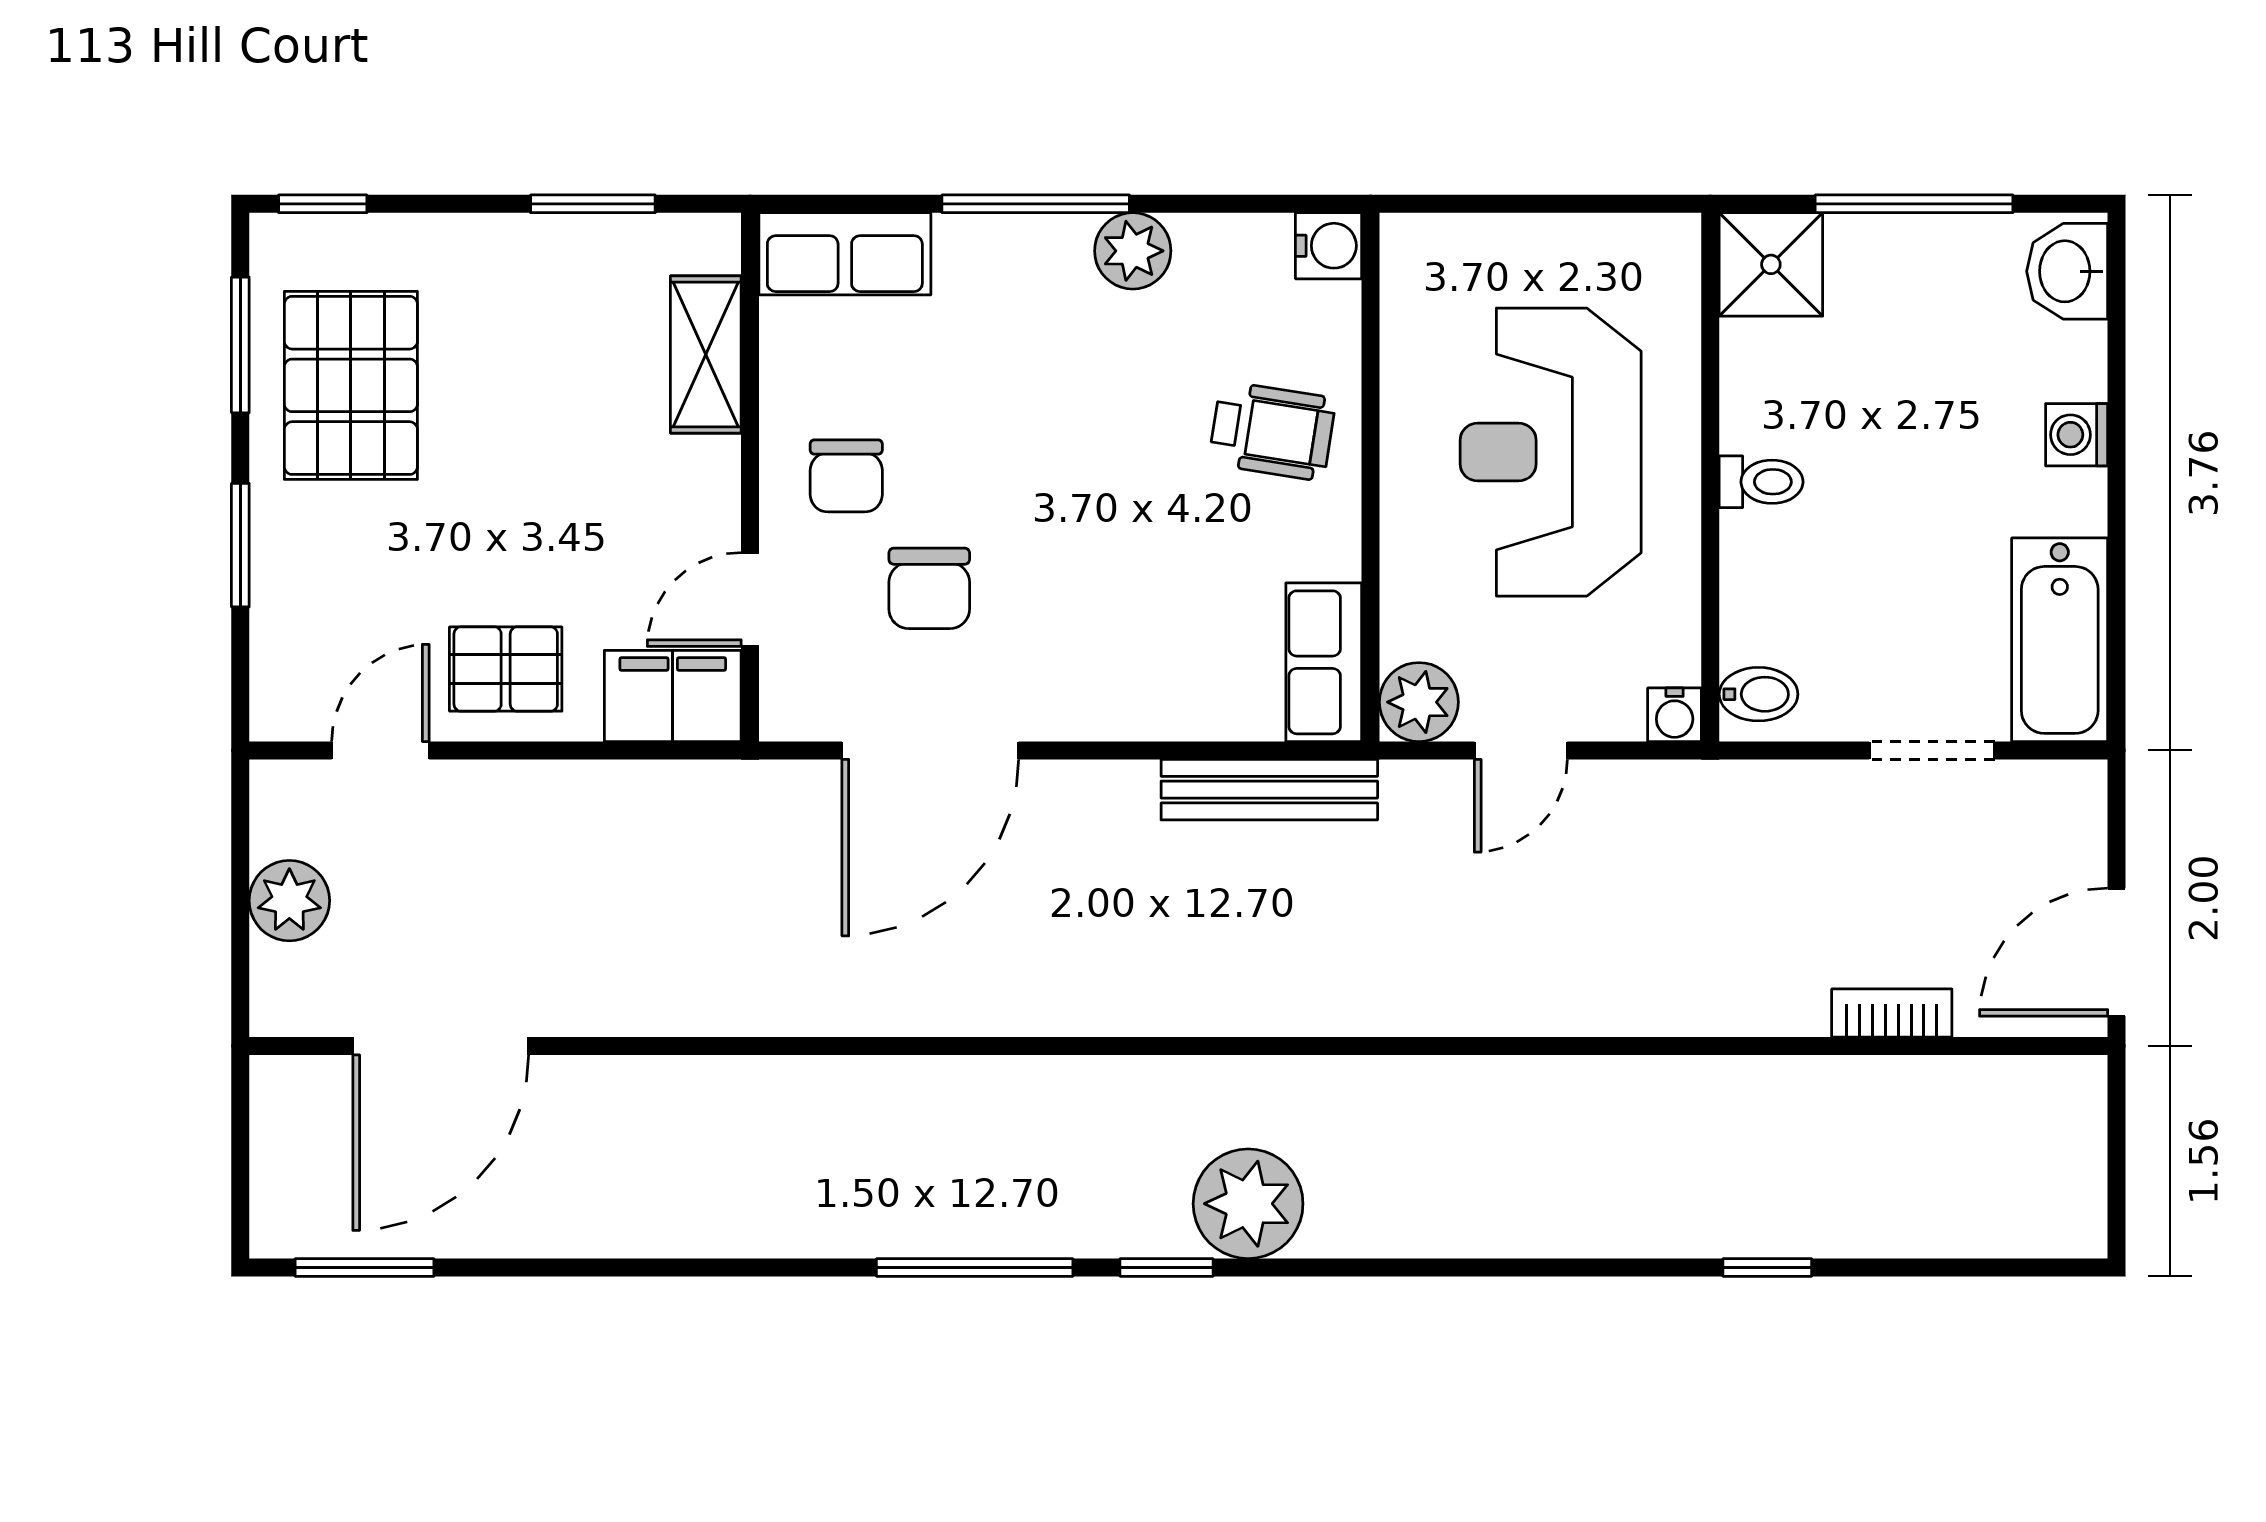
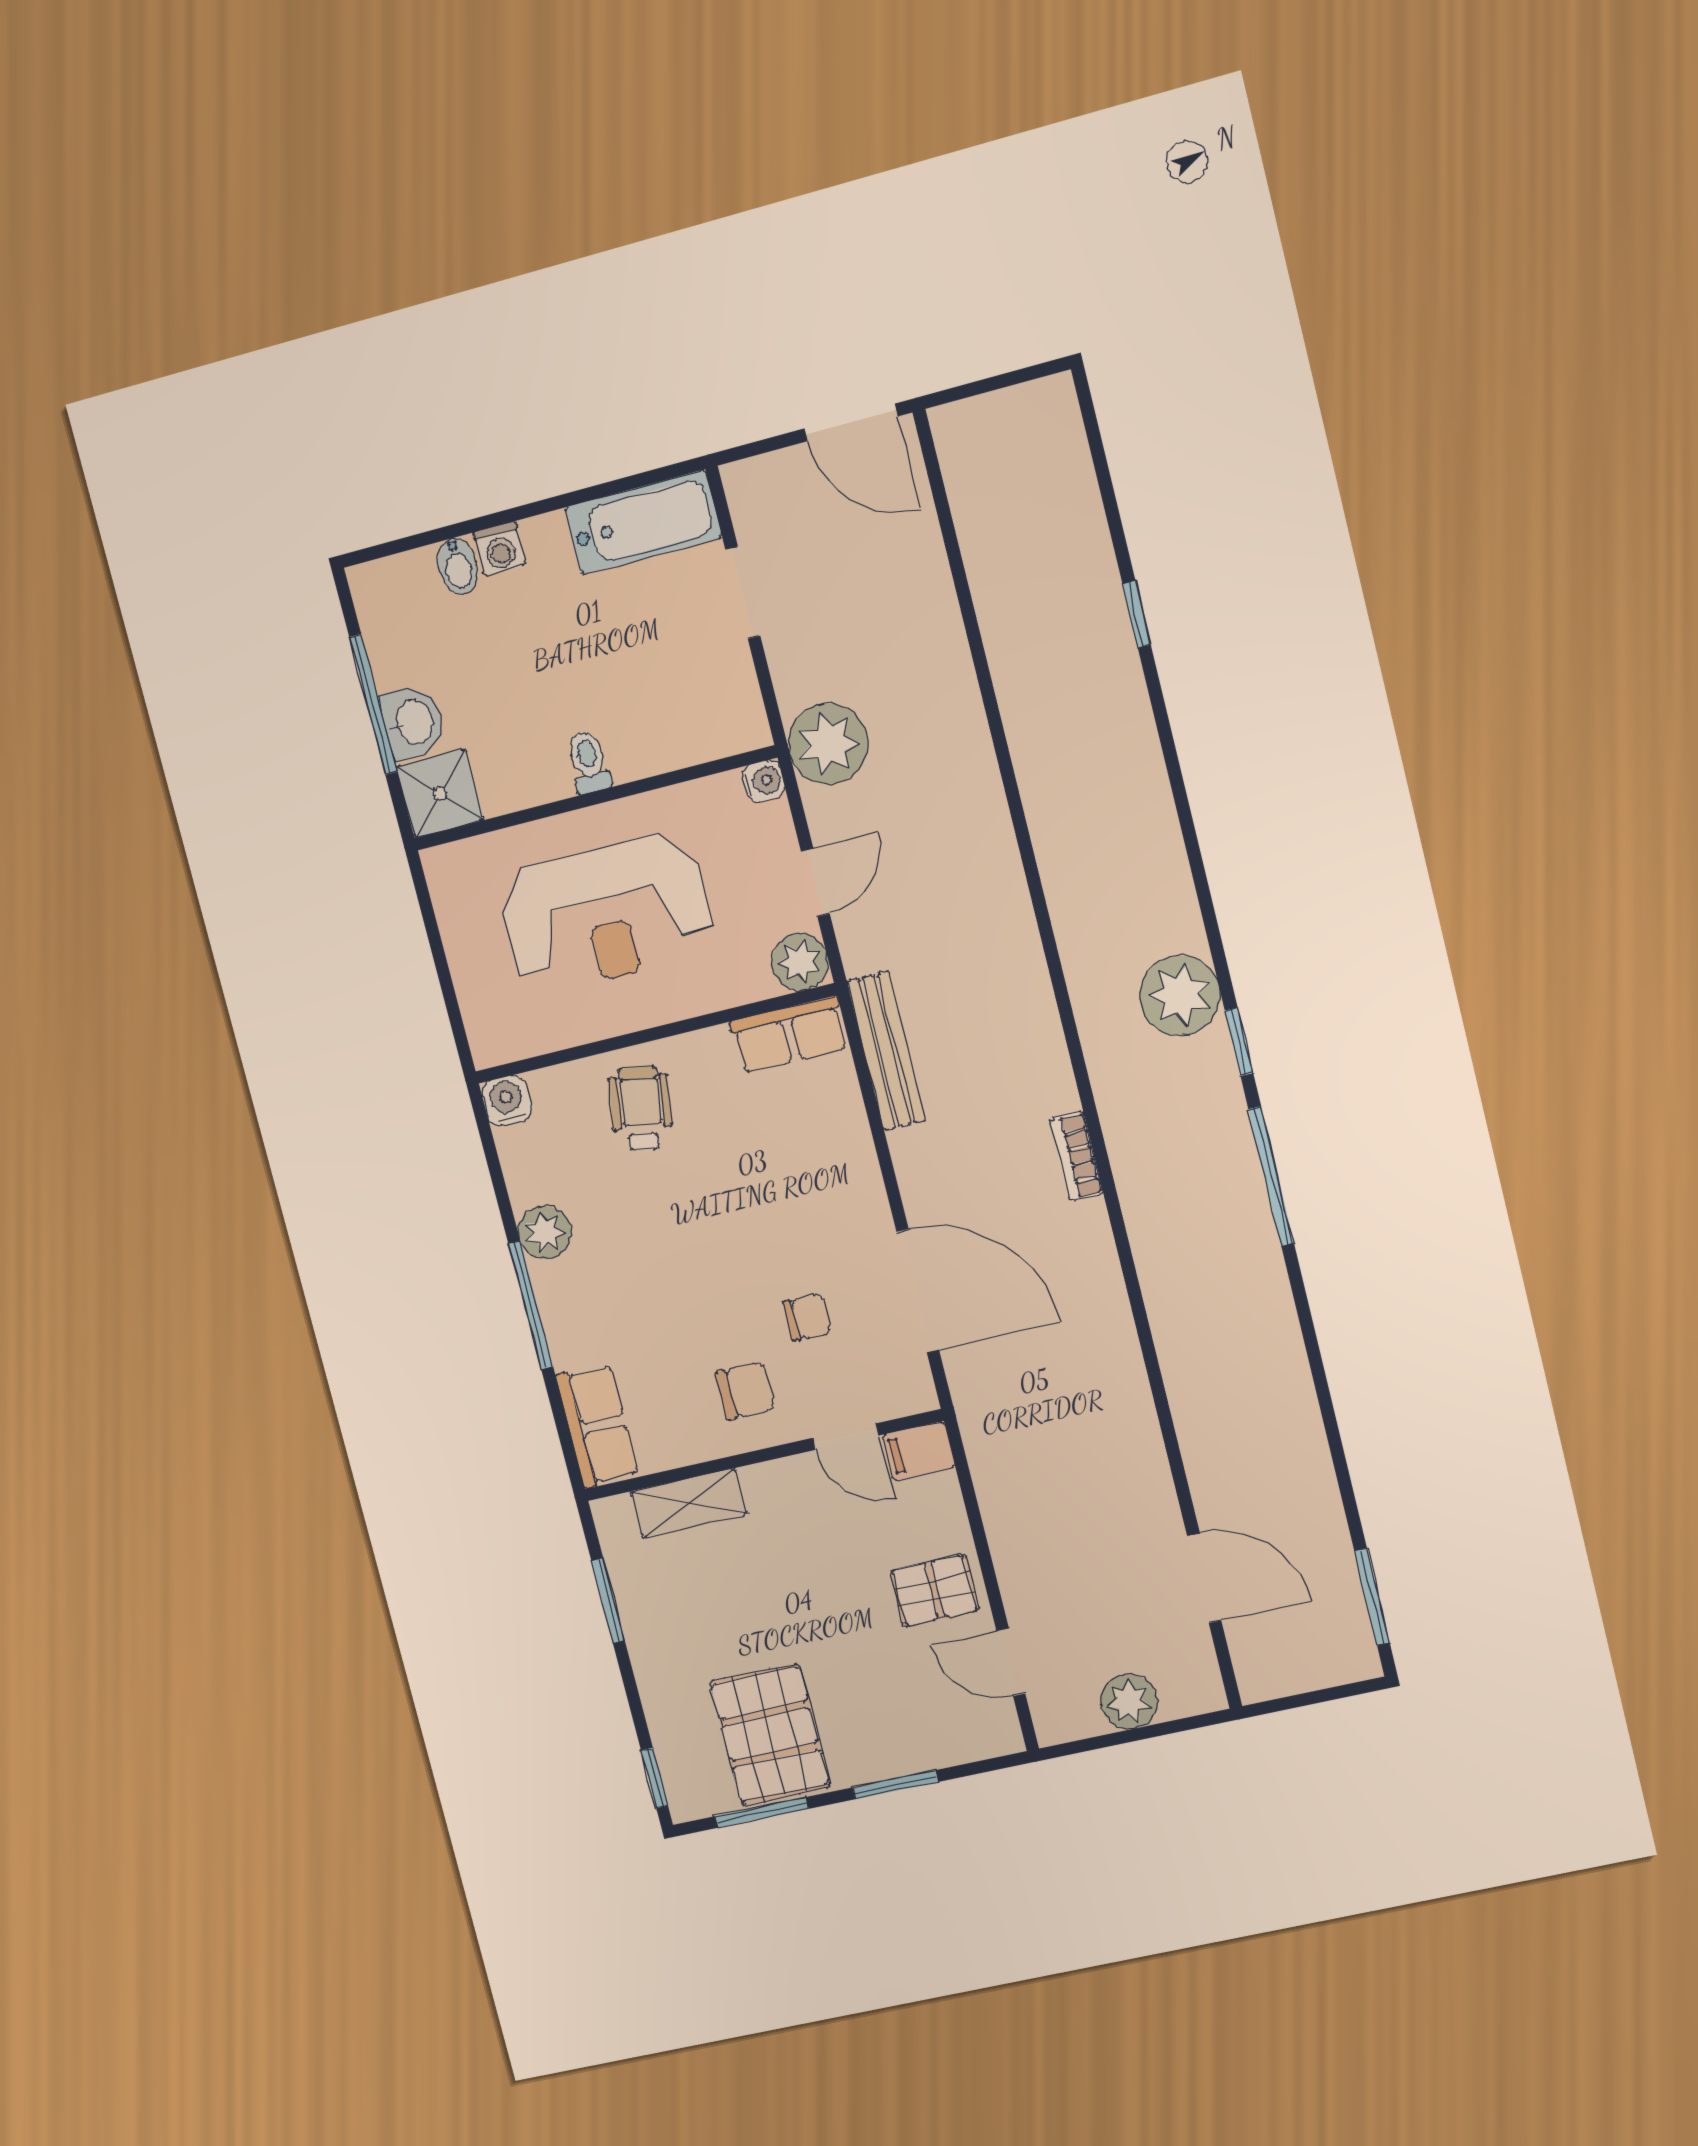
washbasin: (2067, 271) -> (413, 722), moved, turned -90
pallet: (351, 385) -> (770, 1734), turned 90
chair: (929, 588) -> (807, 1317), width x0.73, depth x0.73
pallet: (506, 669) -> (934, 1590), turned 90
bidet: (1759, 694) -> (458, 566), moved, turned 180
filing cabinet: (673, 696) -> (919, 1451), width x0.50
door: (1521, 750) -> (815, 883), hinge flipped
plant: (1702, 814) -> (828, 744), added
bookcase: (1892, 1013) -> (1077, 1156), moved
door: (441, 1046) -> (1204, 1578), width x0.73

